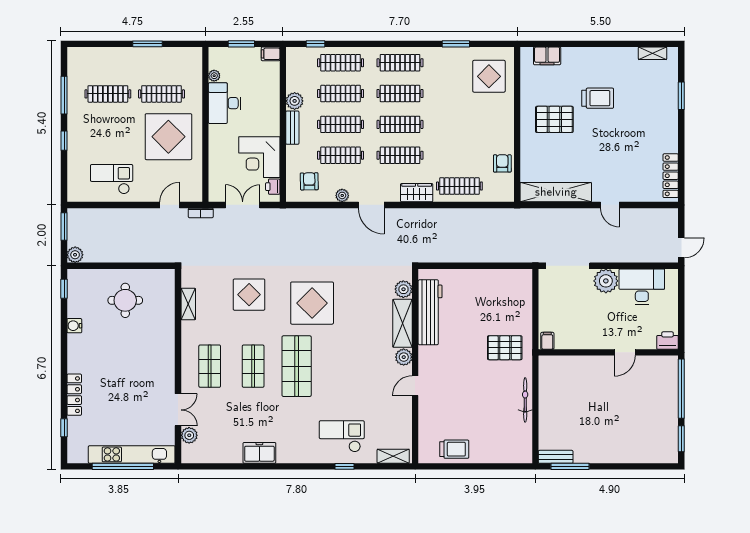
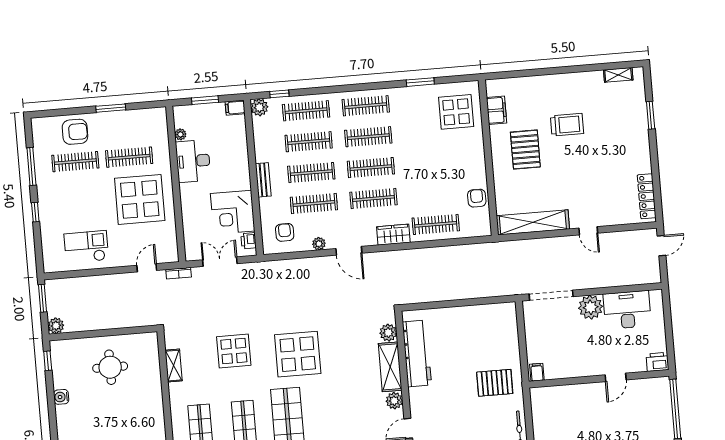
filing cabinet: (547, 56) -> (496, 110), moved, turned -90
armchair: (110, 64) -> (75, 132), added
plant: (295, 101) -> (259, 107), moved
pallet: (554, 119) -> (525, 150), turned 90
door: (681, 248) -> (662, 246), moved

